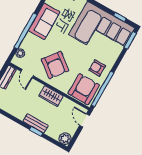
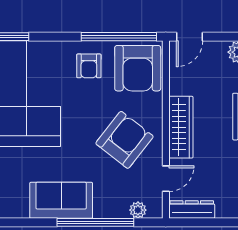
armchair: (84, 89) -> (138, 68), turned -90
wardrobe: (51, 96) -> (181, 127), width x1.50

